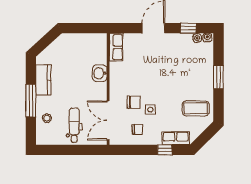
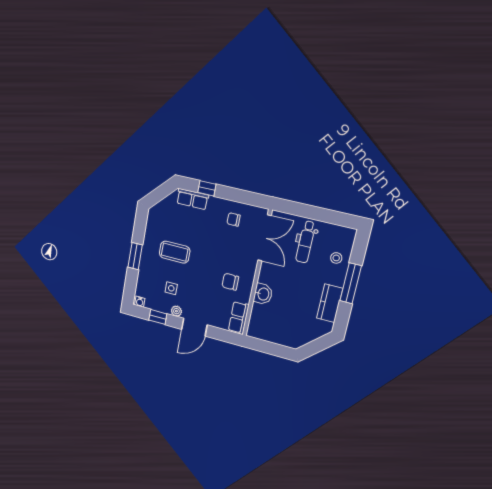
plant: (197, 38) -> (176, 311), moved
chair: (134, 102) -> (230, 282), moved
coffee table: (196, 108) -> (175, 252), moved
side table: (150, 110) -> (171, 288), moved

